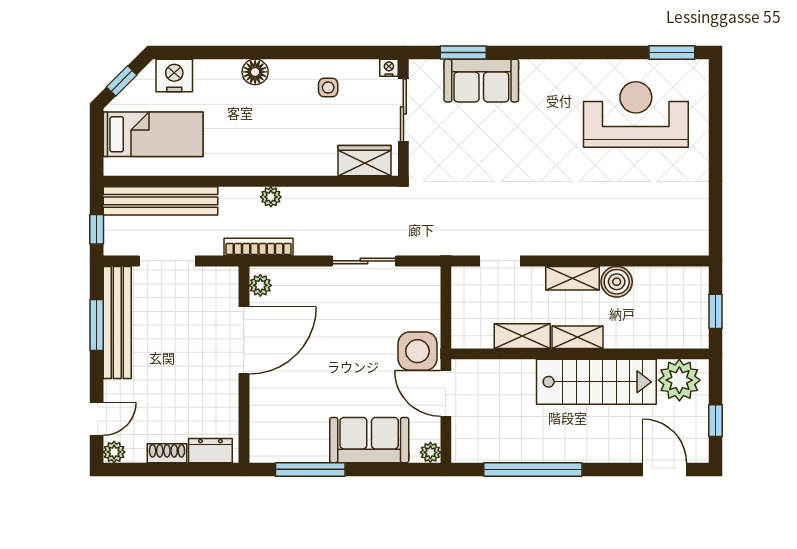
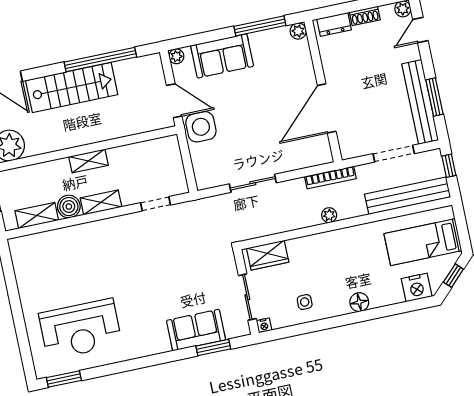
plant: (260, 285) -> (298, 31), moved
shelving: (522, 336) -> (37, 215), moved
stairs: (596, 382) -> (72, 87), moved, turned 180

